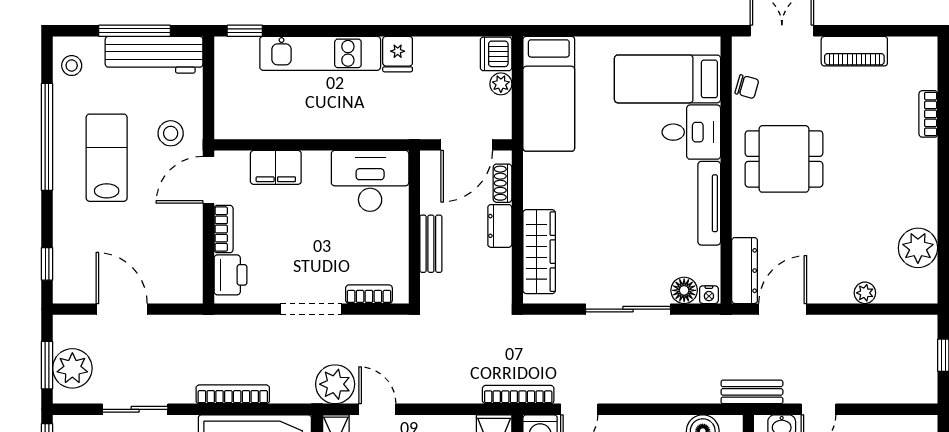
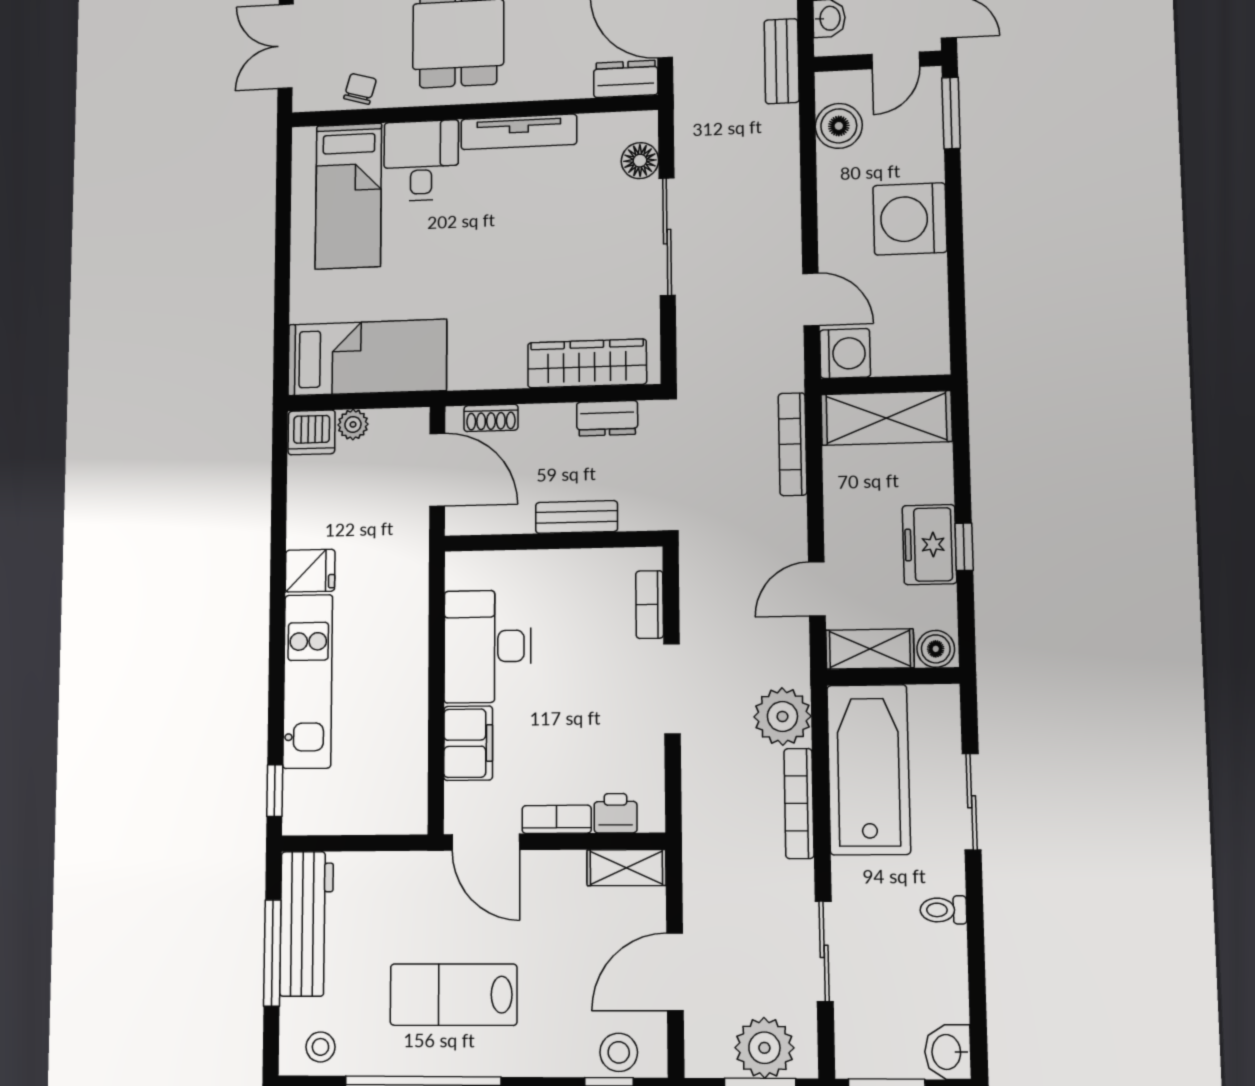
stool: (171, 133) -> (619, 1052), moved
desk: (370, 181) -> (488, 646), moved
dresser: (500, 226) -> (607, 418), moved
dresser: (745, 271) -> (626, 79), width x0.70
printer: (231, 275) -> (616, 813), width x0.73, depth x0.81
shelving: (191, 277) -> (626, 868), added
nightstand: (709, 295) -> (646, 126), removed
plant: (335, 384) -> (782, 716), moved
bookcase: (518, 395) -> (793, 444), moved

